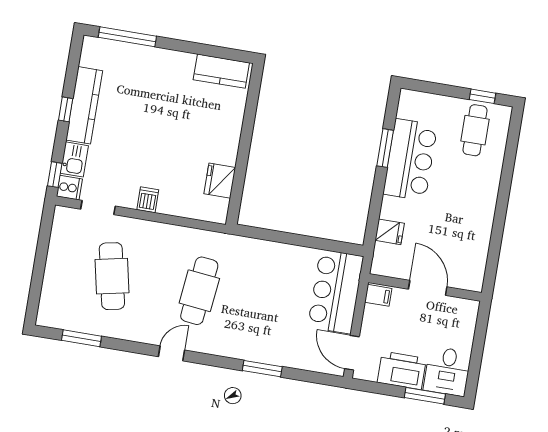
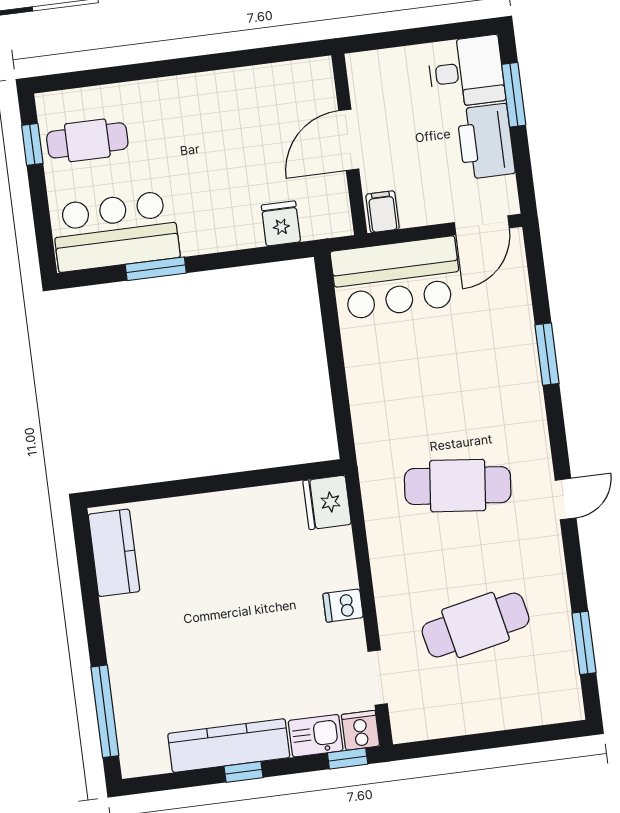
bar counter: (410, 160) -> (115, 231), moved
fridge: (220, 181) -> (327, 502), moved, turned 90
door: (171, 353) -> (566, 499), swing flipped

